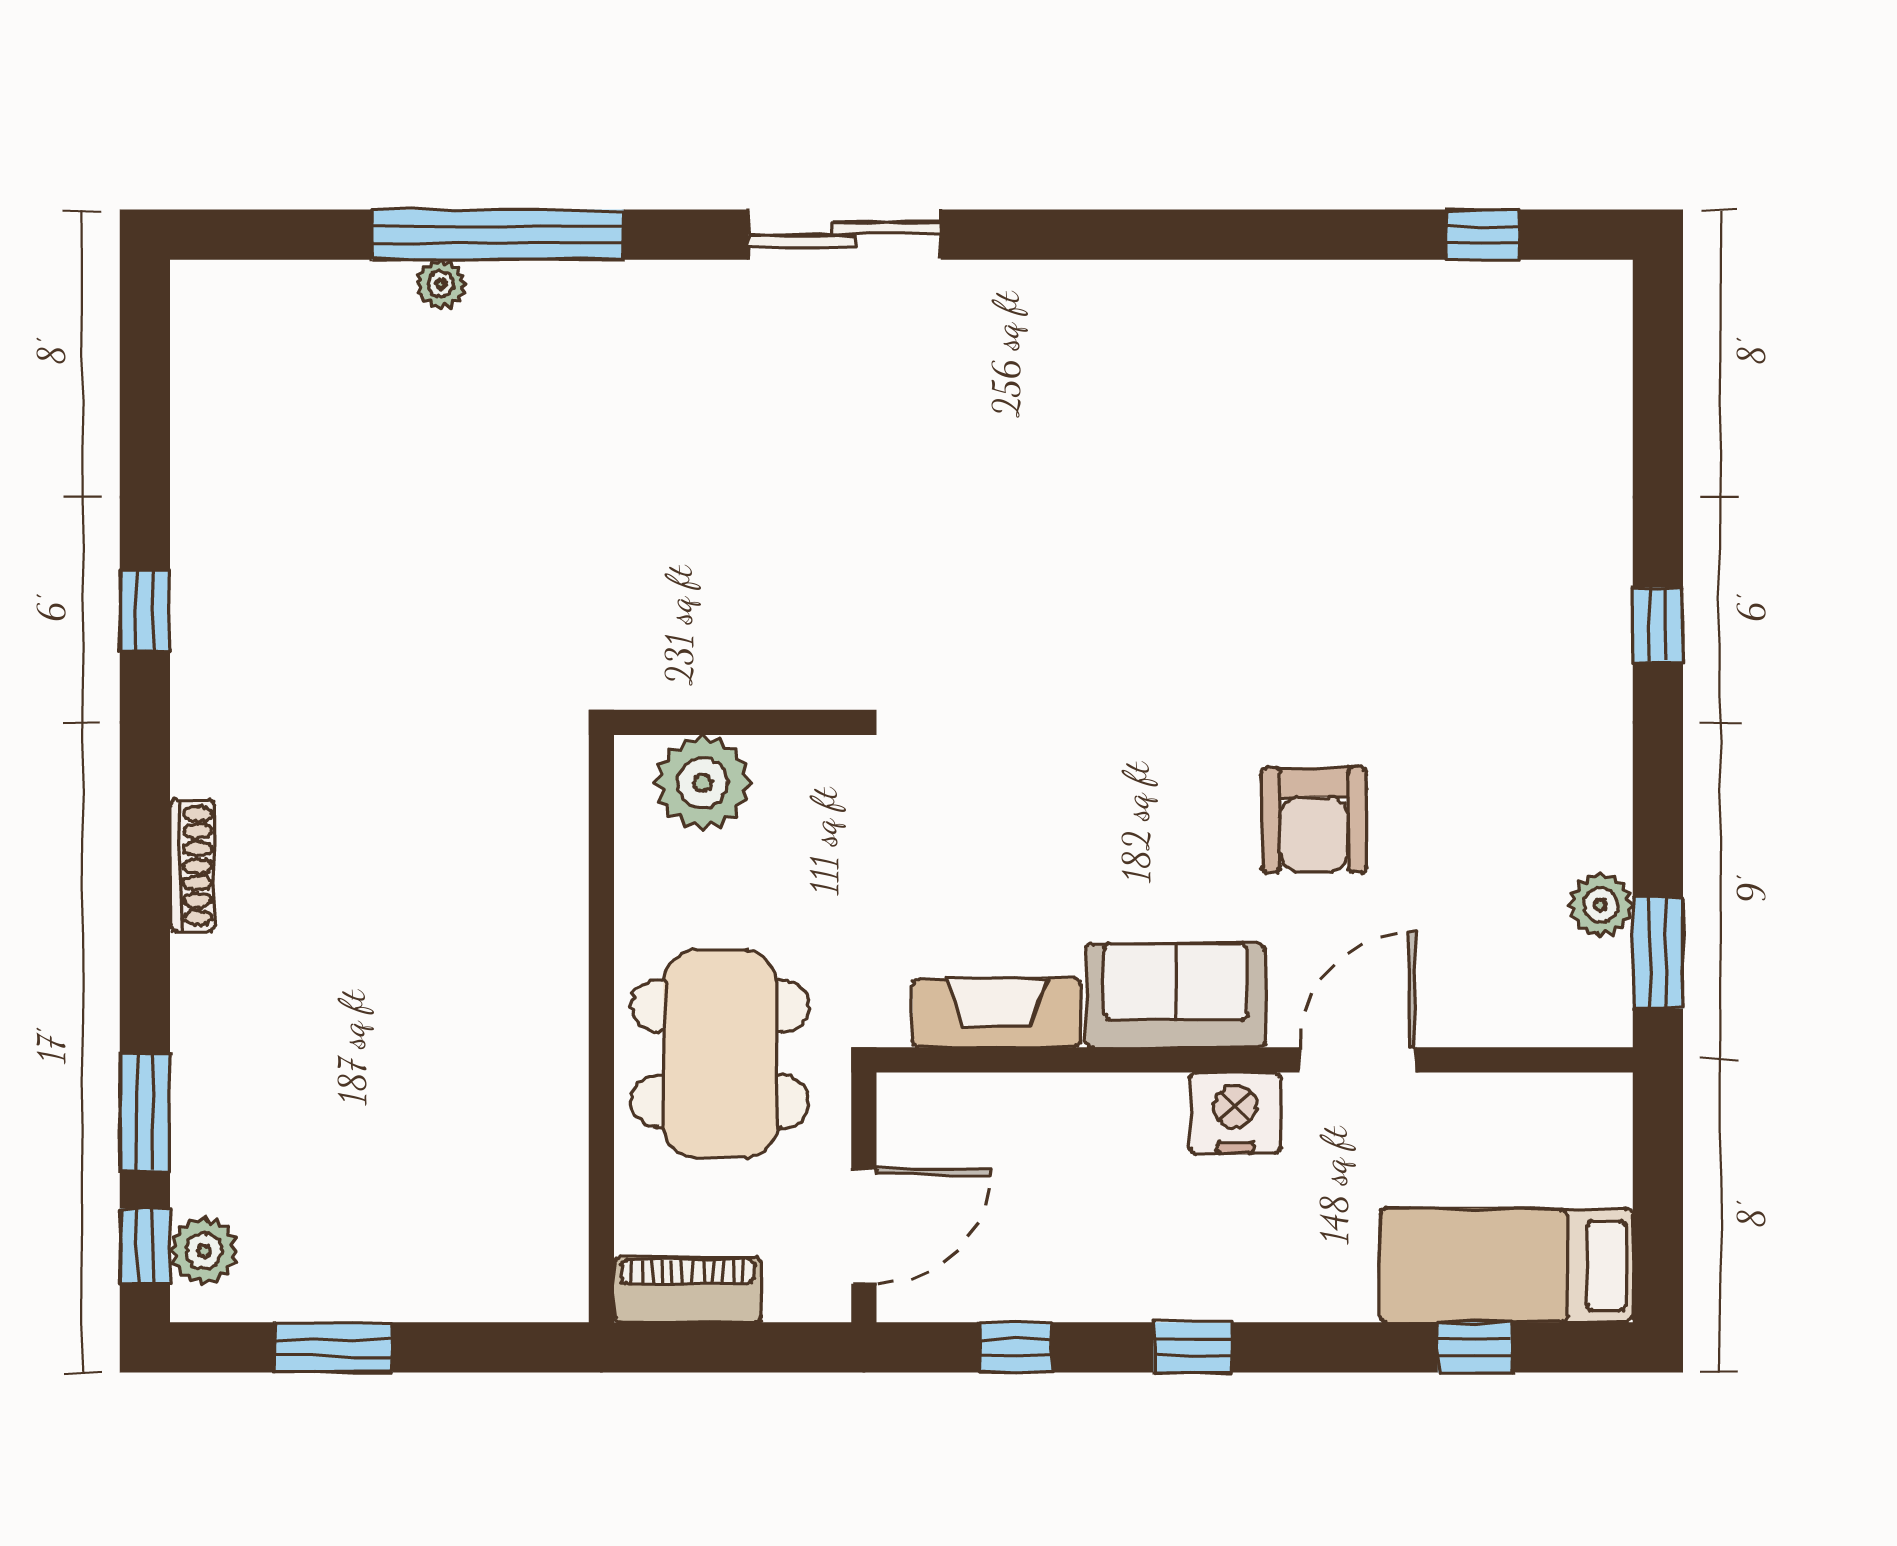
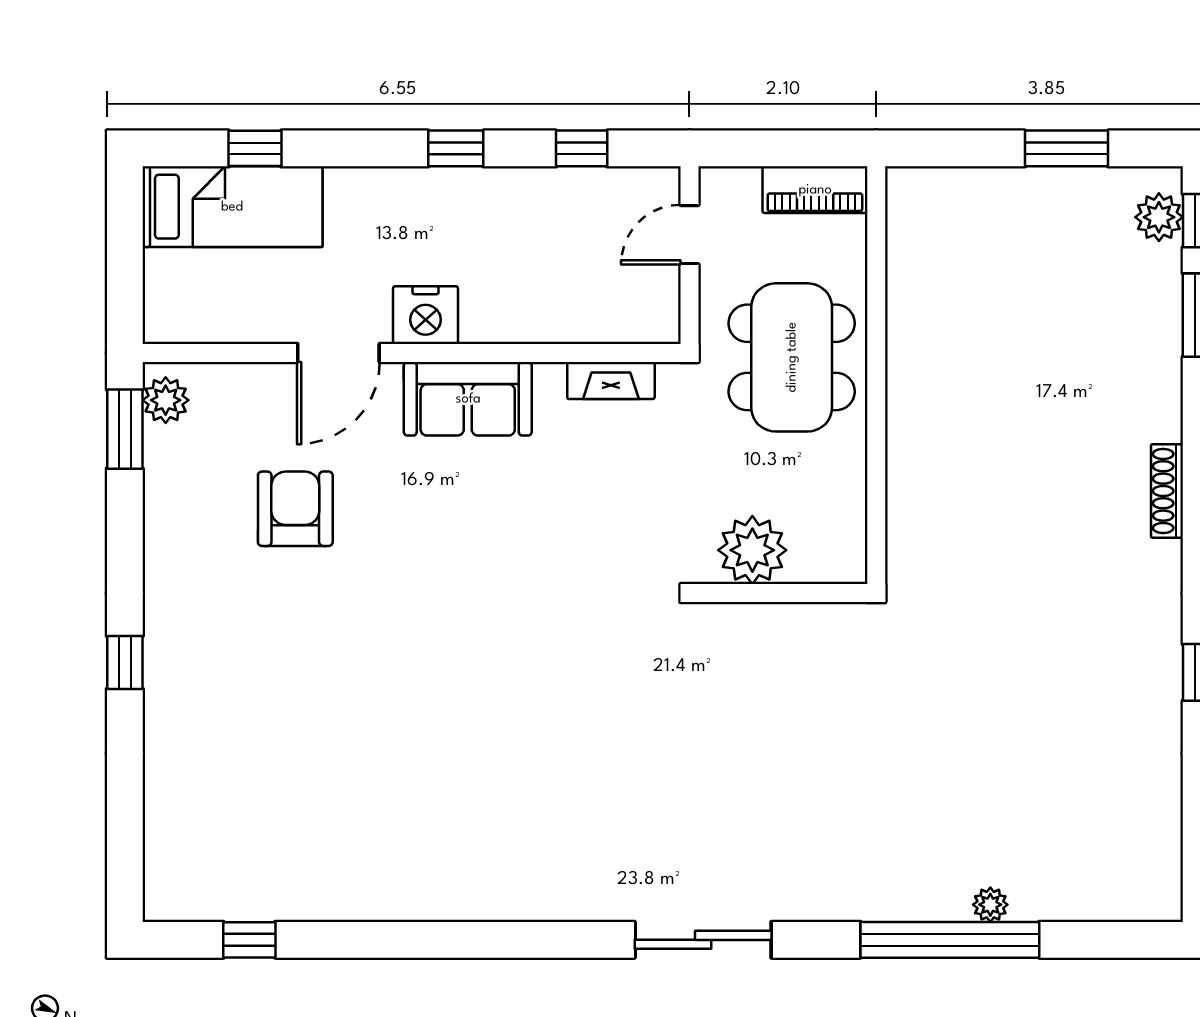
plant: (703, 783) -> (752, 550), moved
armchair: (1314, 820) -> (295, 509), moved
plant: (1600, 905) -> (166, 400), moved
fireplace: (997, 1013) -> (611, 380), width x0.73, depth x0.76
door: (864, 1226) -> (689, 235), width x0.73

